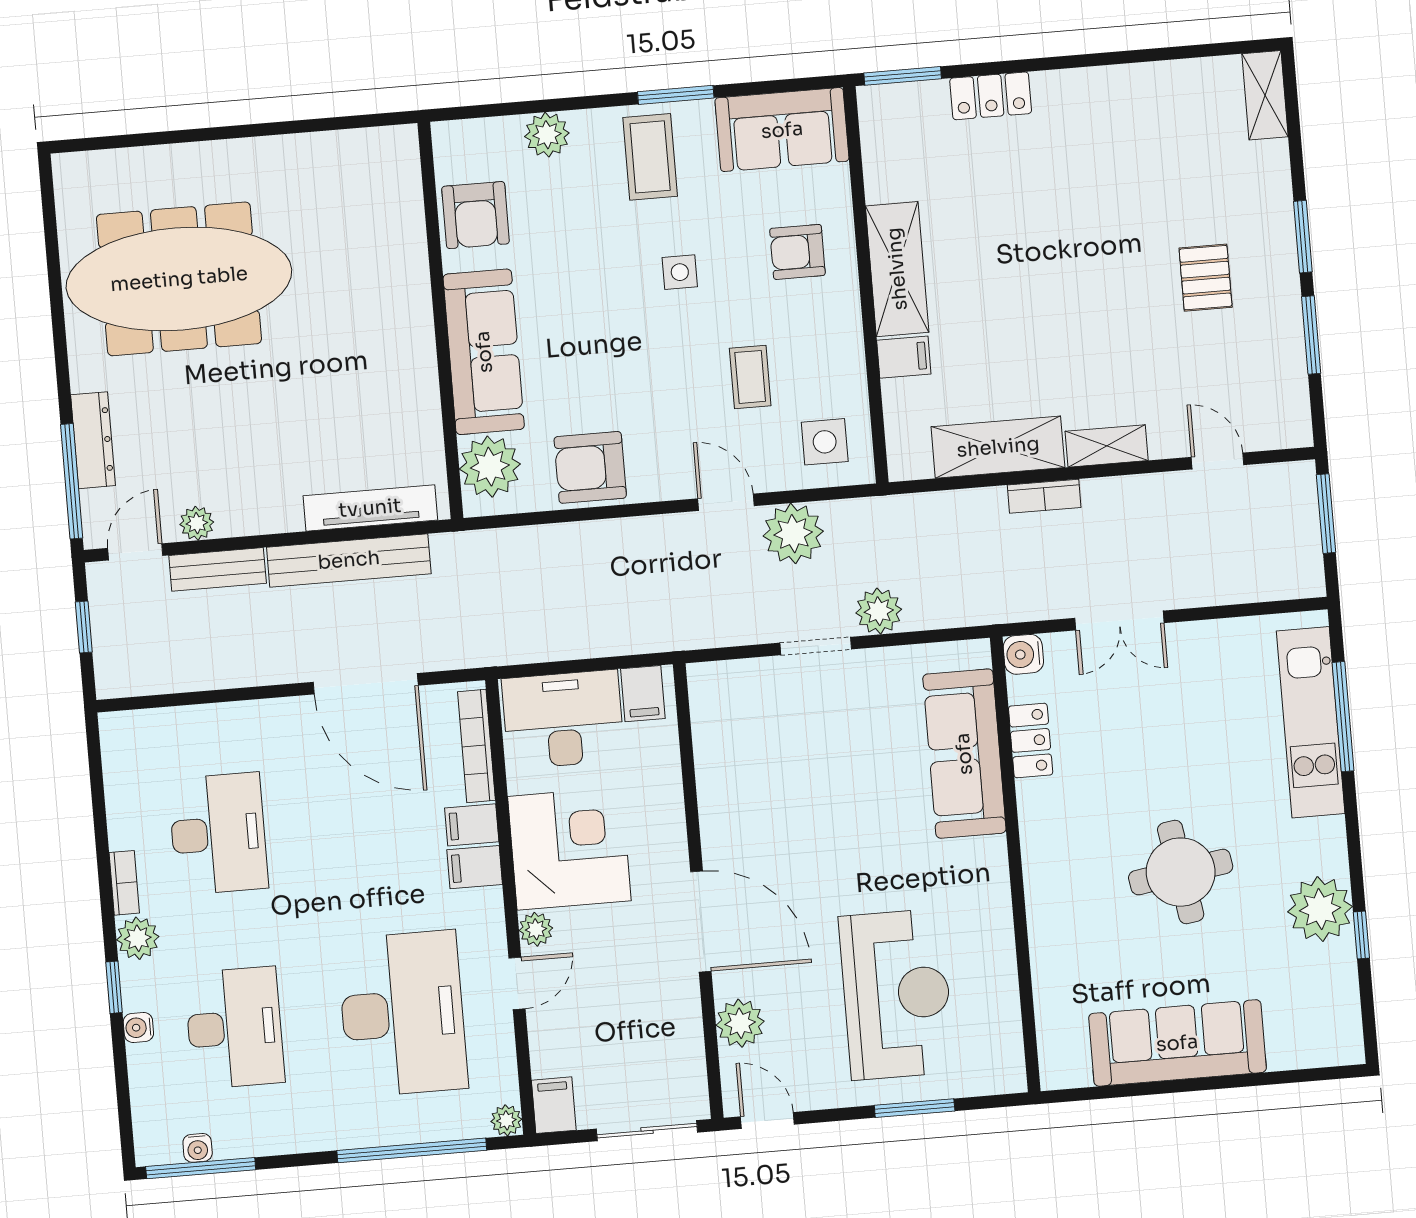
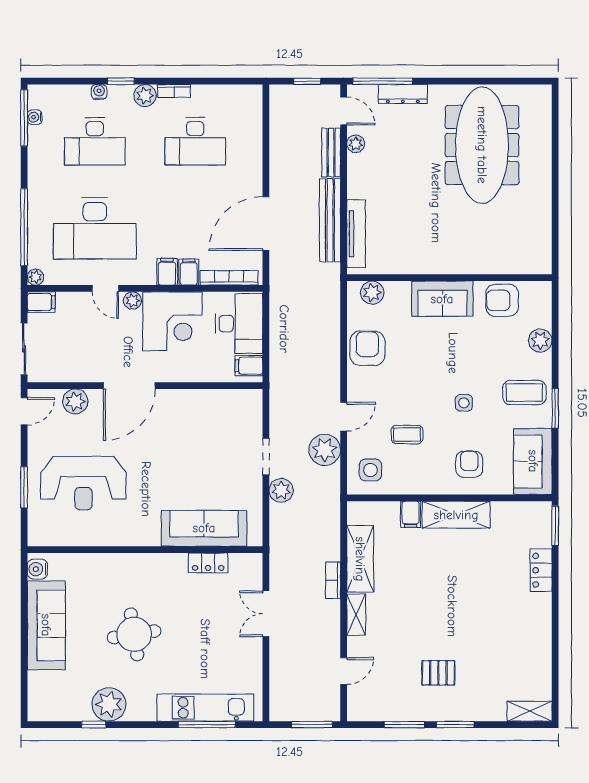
sofa: (484, 352) -> (442, 299), width x0.73
plant: (490, 467) -> (372, 293), width x0.73, depth x0.73
water cooler: (1023, 654) -> (37, 569), moved, turned -90

